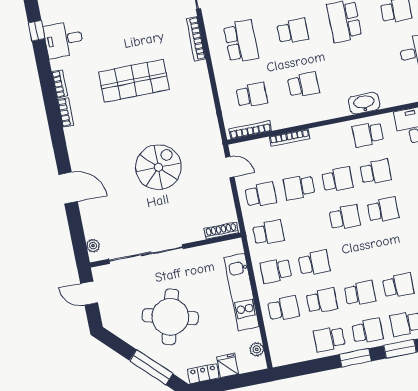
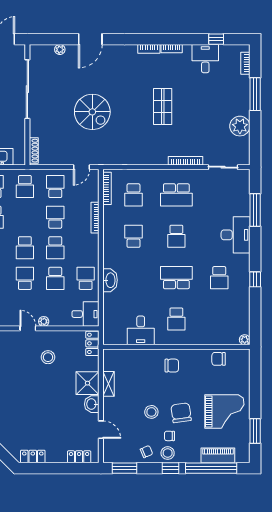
shop shelf: (134, 81) -> (163, 106), width x0.70, depth x0.74
school desk: (303, 85) -> (134, 236), turned 180
school desk: (261, 195) -> (55, 187), turned 180
school desk: (383, 210) -> (25, 278), turned 180
plant: (93, 246) -> (60, 50), moved

